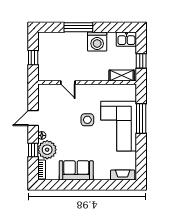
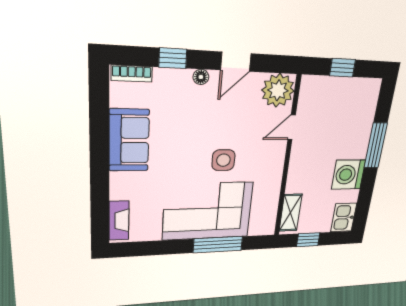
door: (33, 118) -> (236, 62), swing flipped
plant: (47, 150) -> (278, 90), moved

